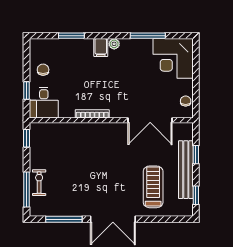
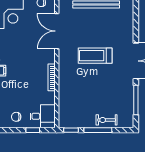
double door: (150, 120) -> (57, 31), swing flipped
treadmill: (153, 187) -> (95, 56), moved
window: (27, 189) -> (98, 130), moved

